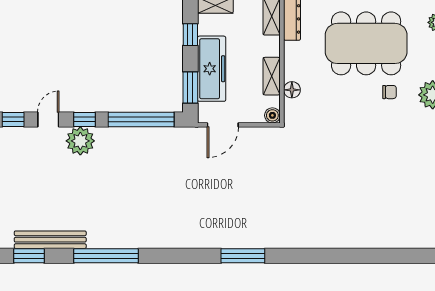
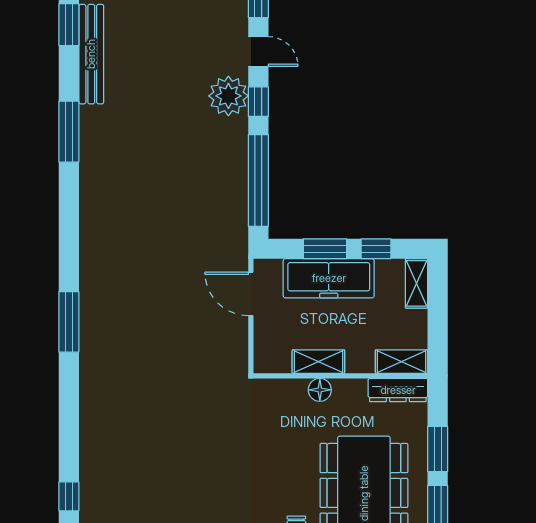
window: (190, 88) -> (325, 249), moved
floor lamp: (292, 90) -> (320, 390), moved
boiler: (272, 115) -> (264, 363), removed
window: (106, 256) -> (69, 132), width x0.68
window: (369, 256) -> (69, 496), added

